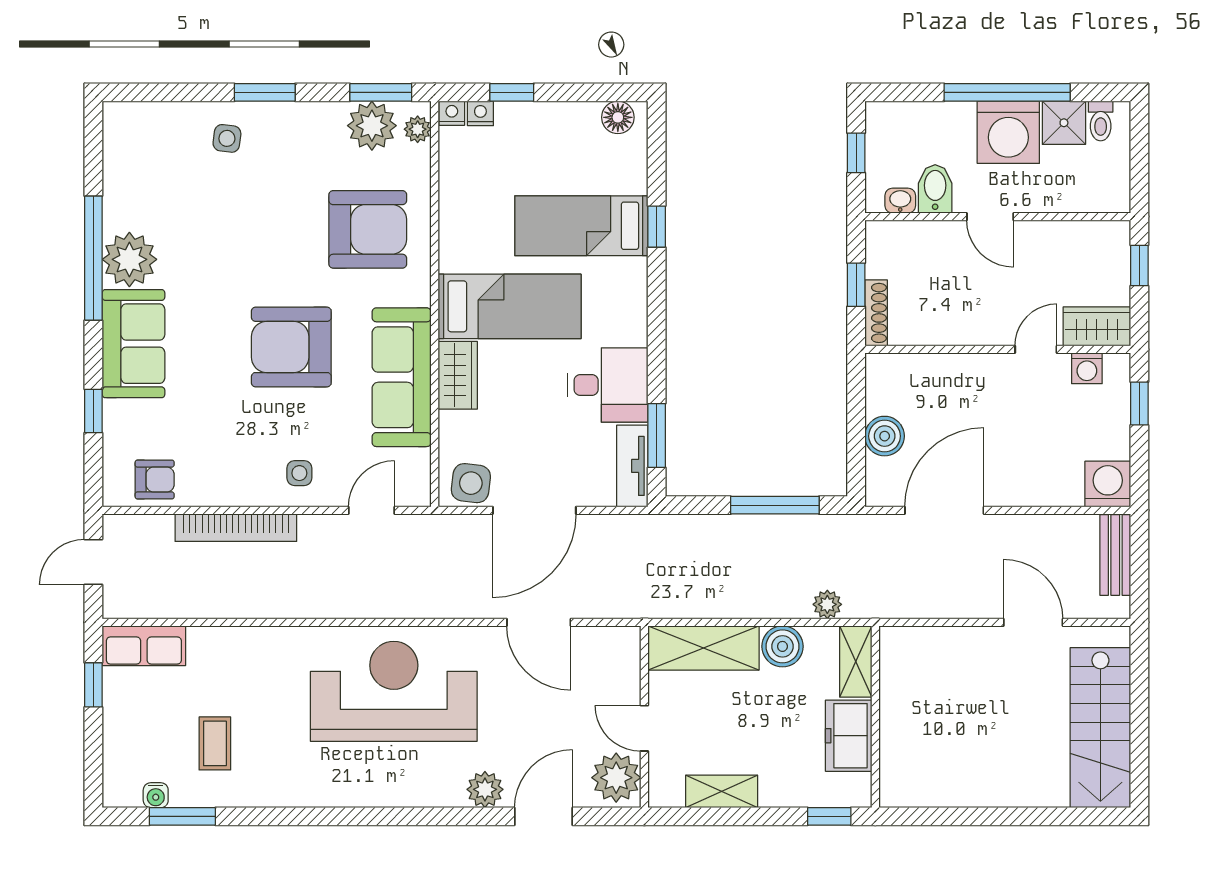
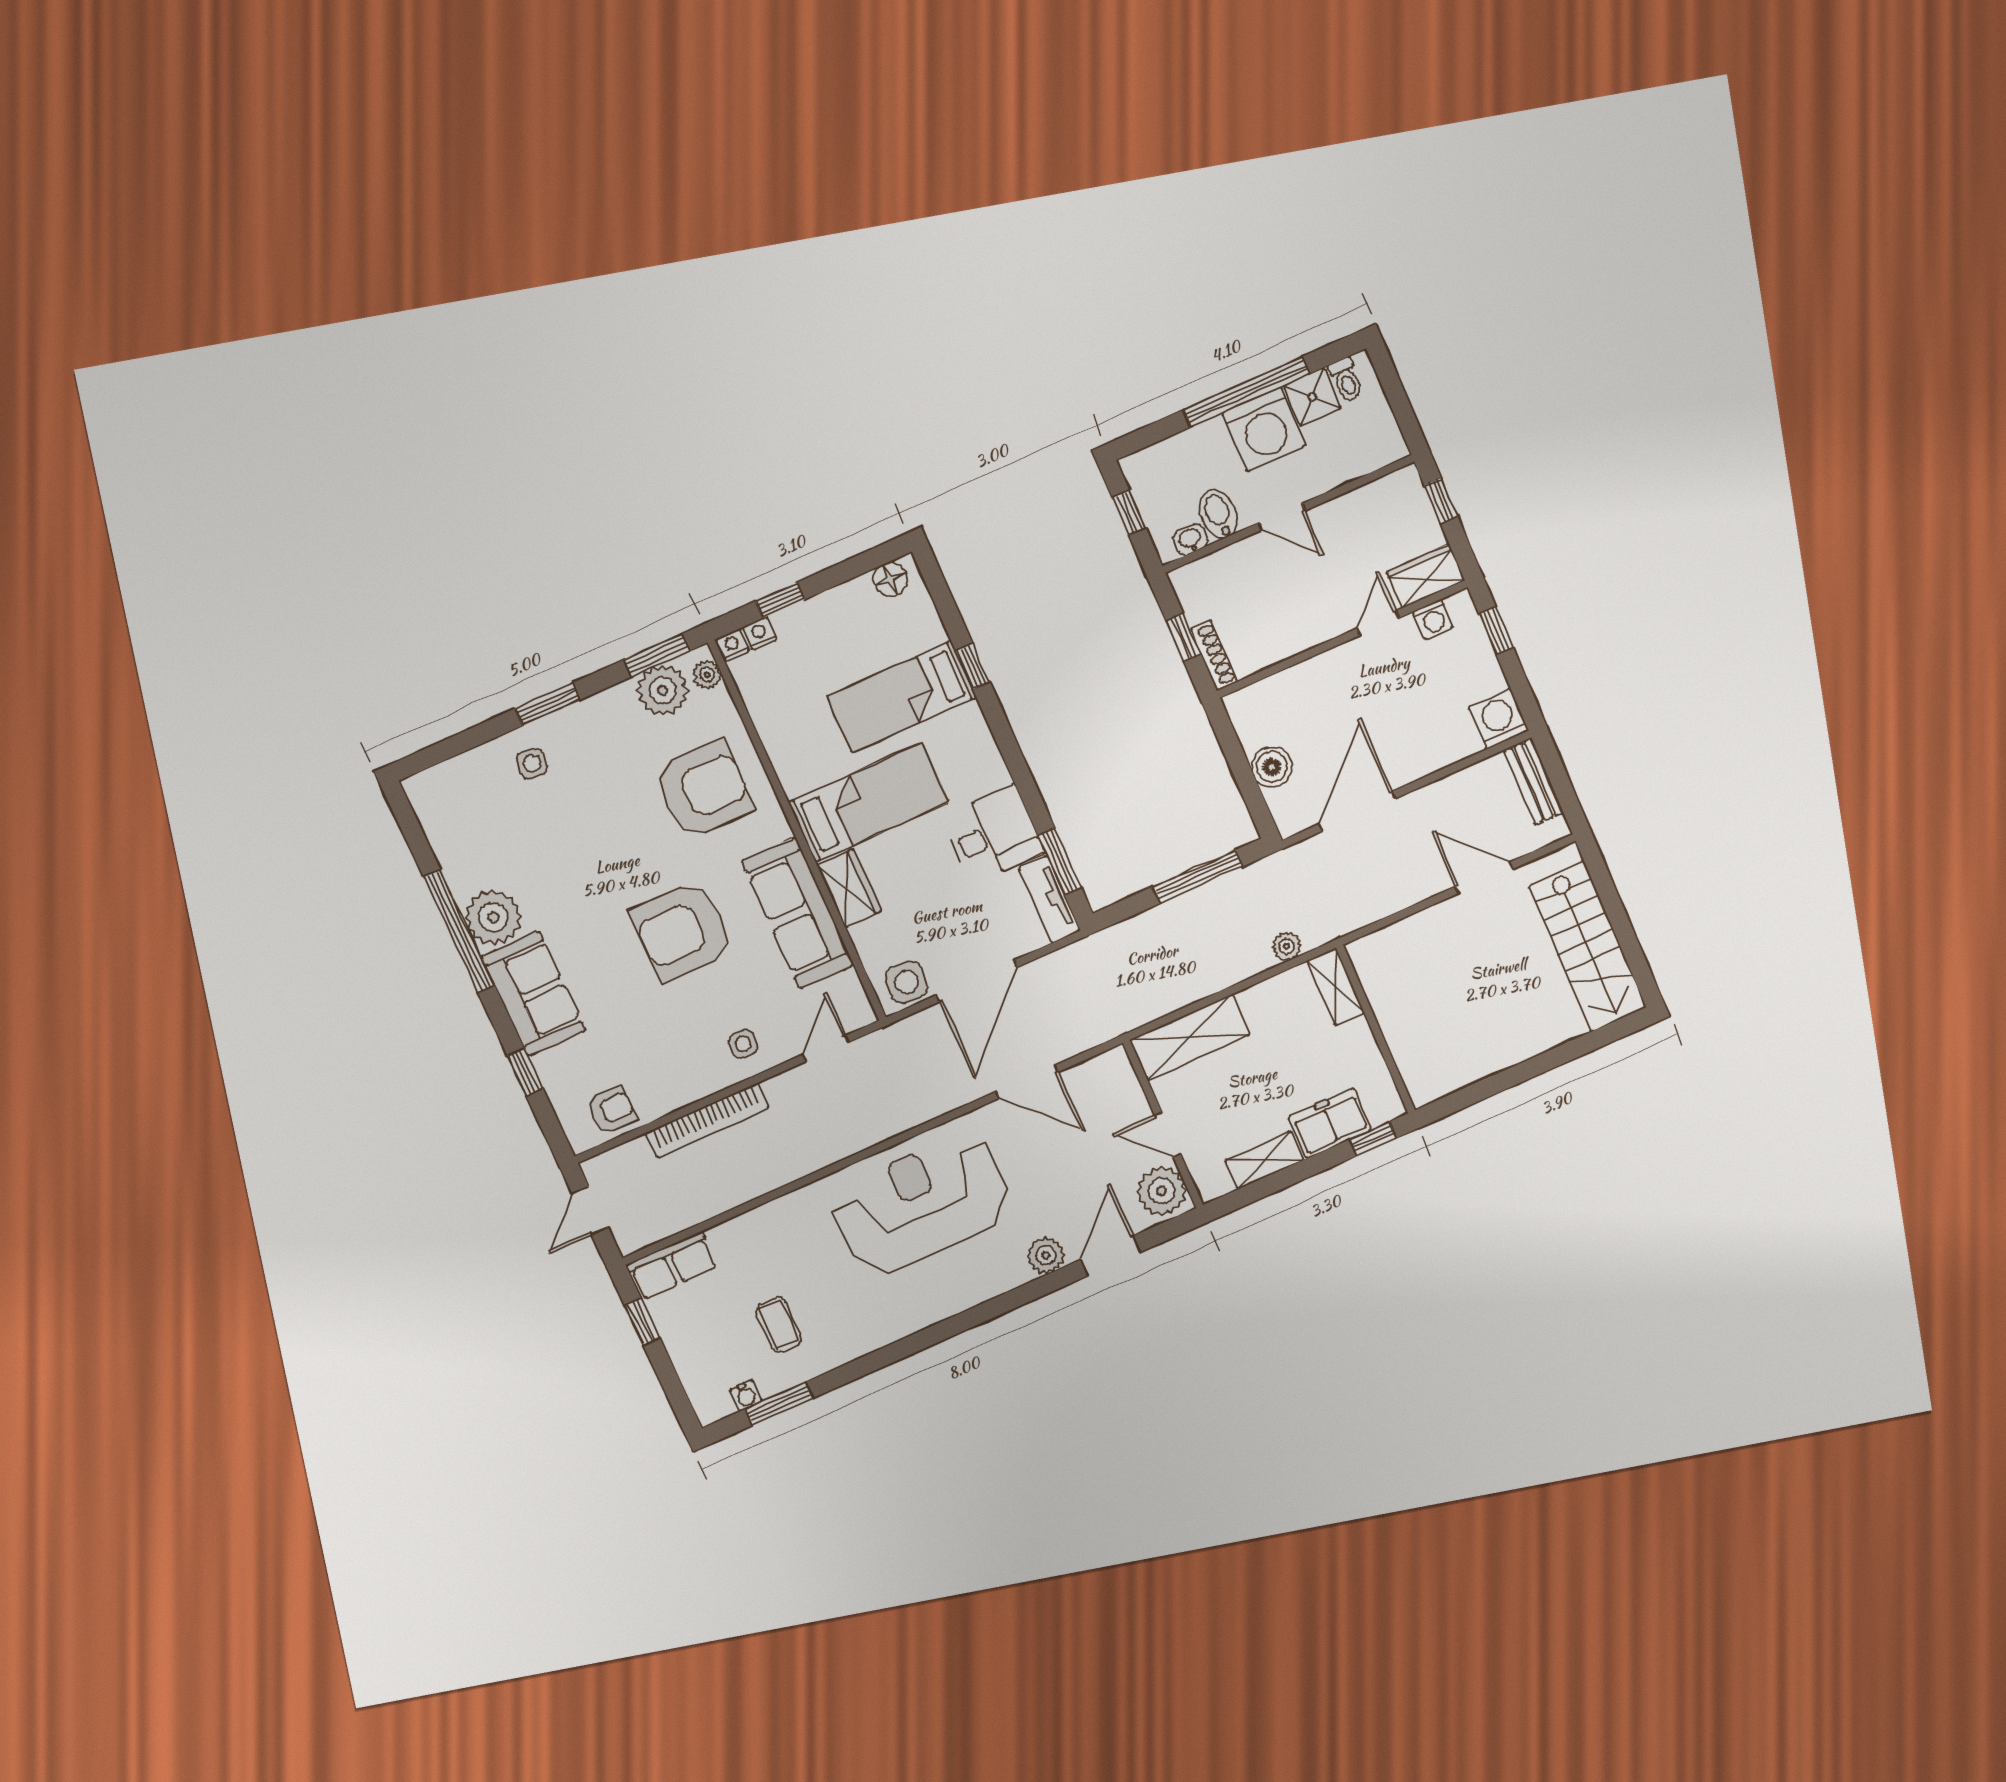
boiler: (782, 646) -> (1262, 1003), removed
freezer: (849, 736) -> (1330, 1123), moved, turned 90

